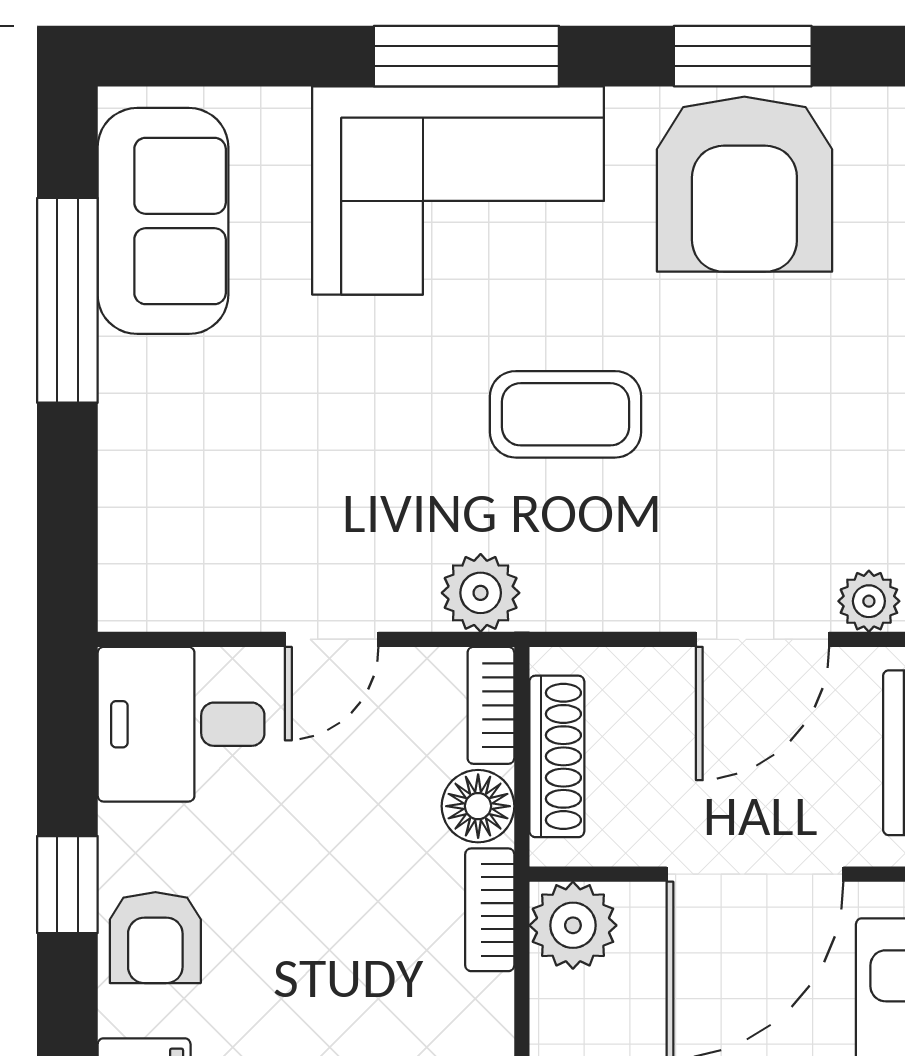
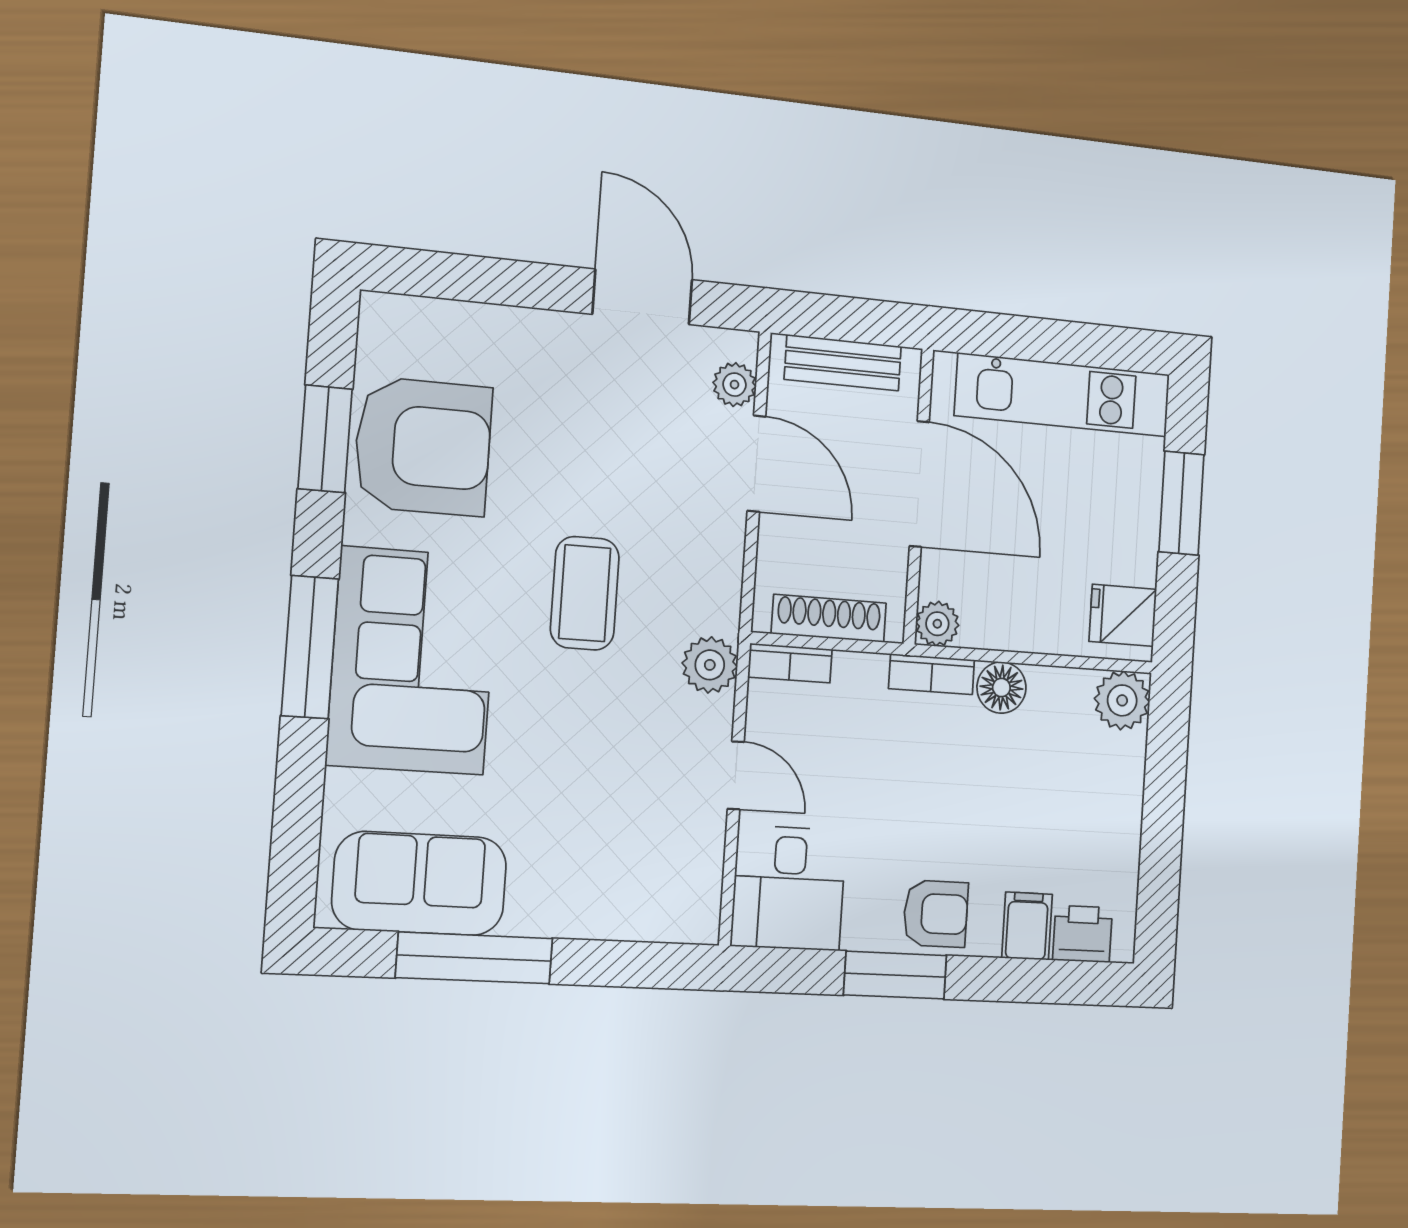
floor lamp: (478, 806) -> (1001, 688), moved
window: (67, 885) -> (895, 975), width x1.50
plant: (573, 925) -> (937, 624), width x0.73, depth x0.73

